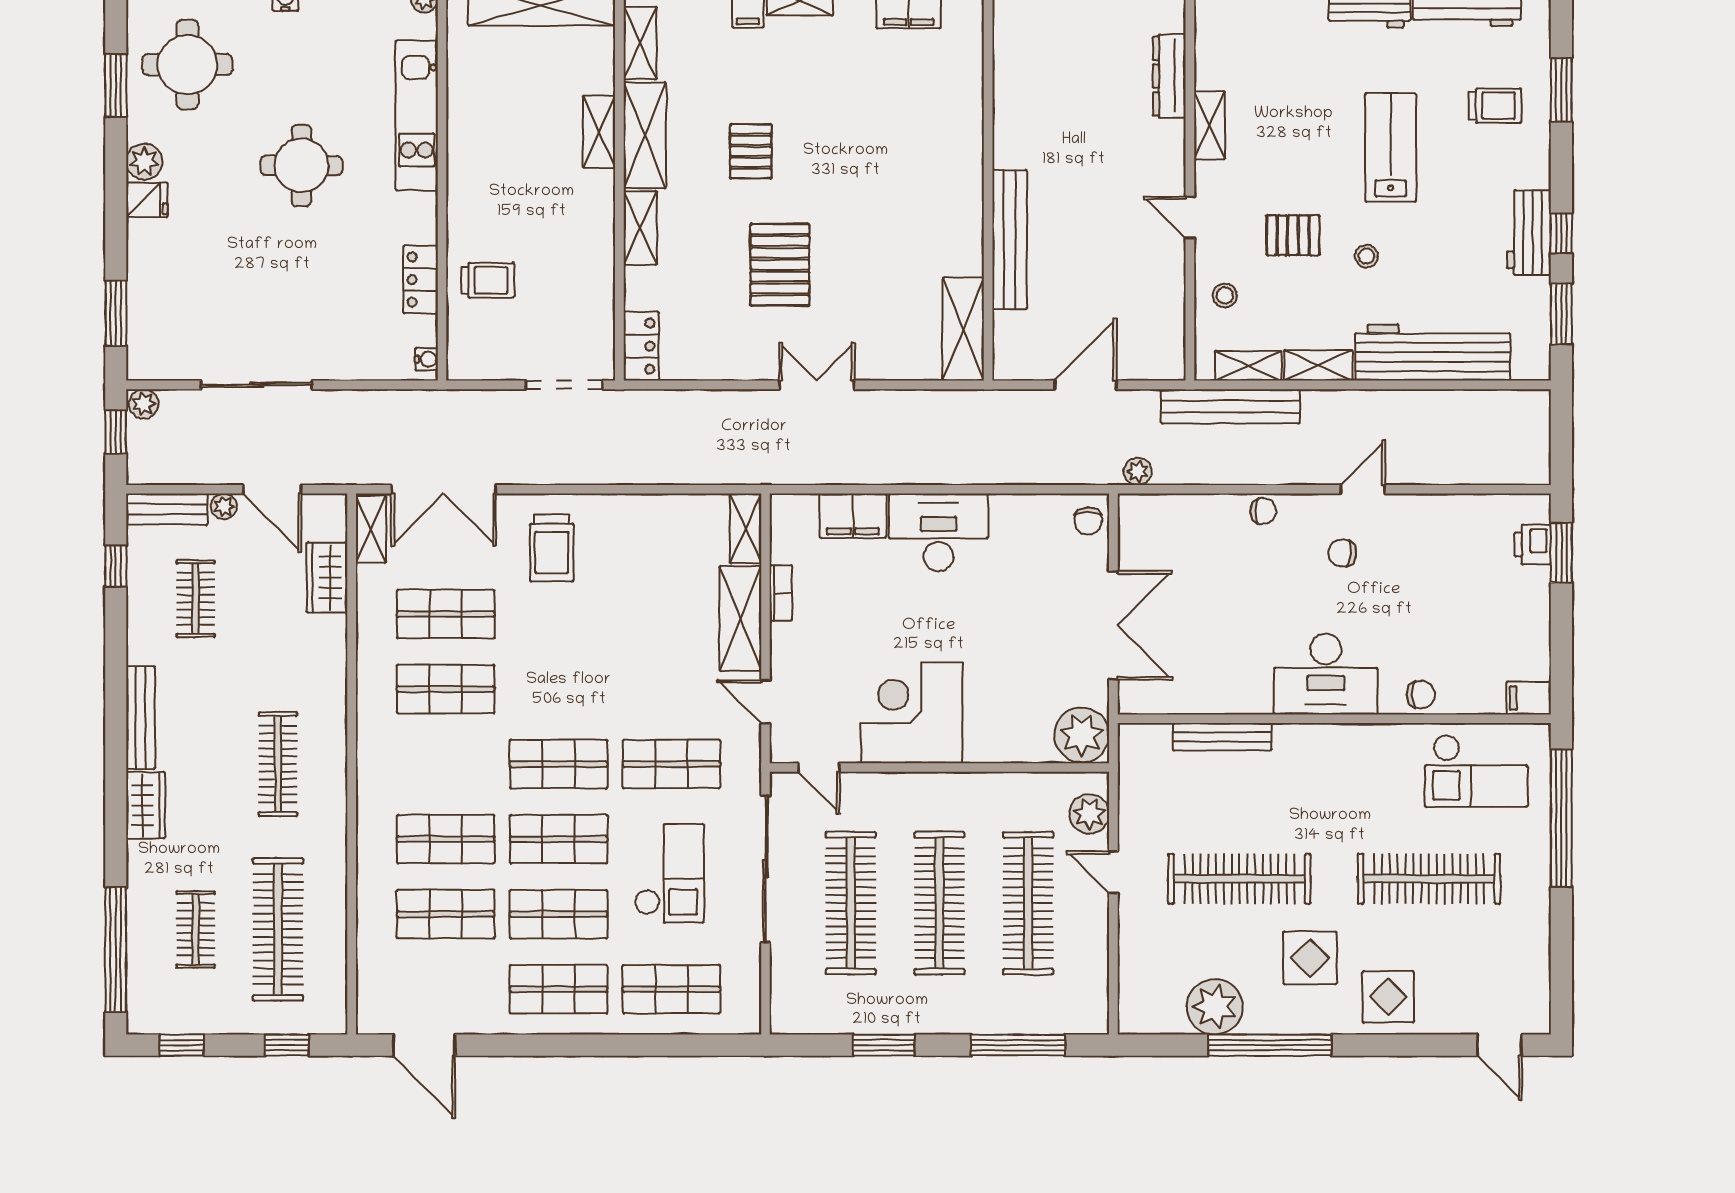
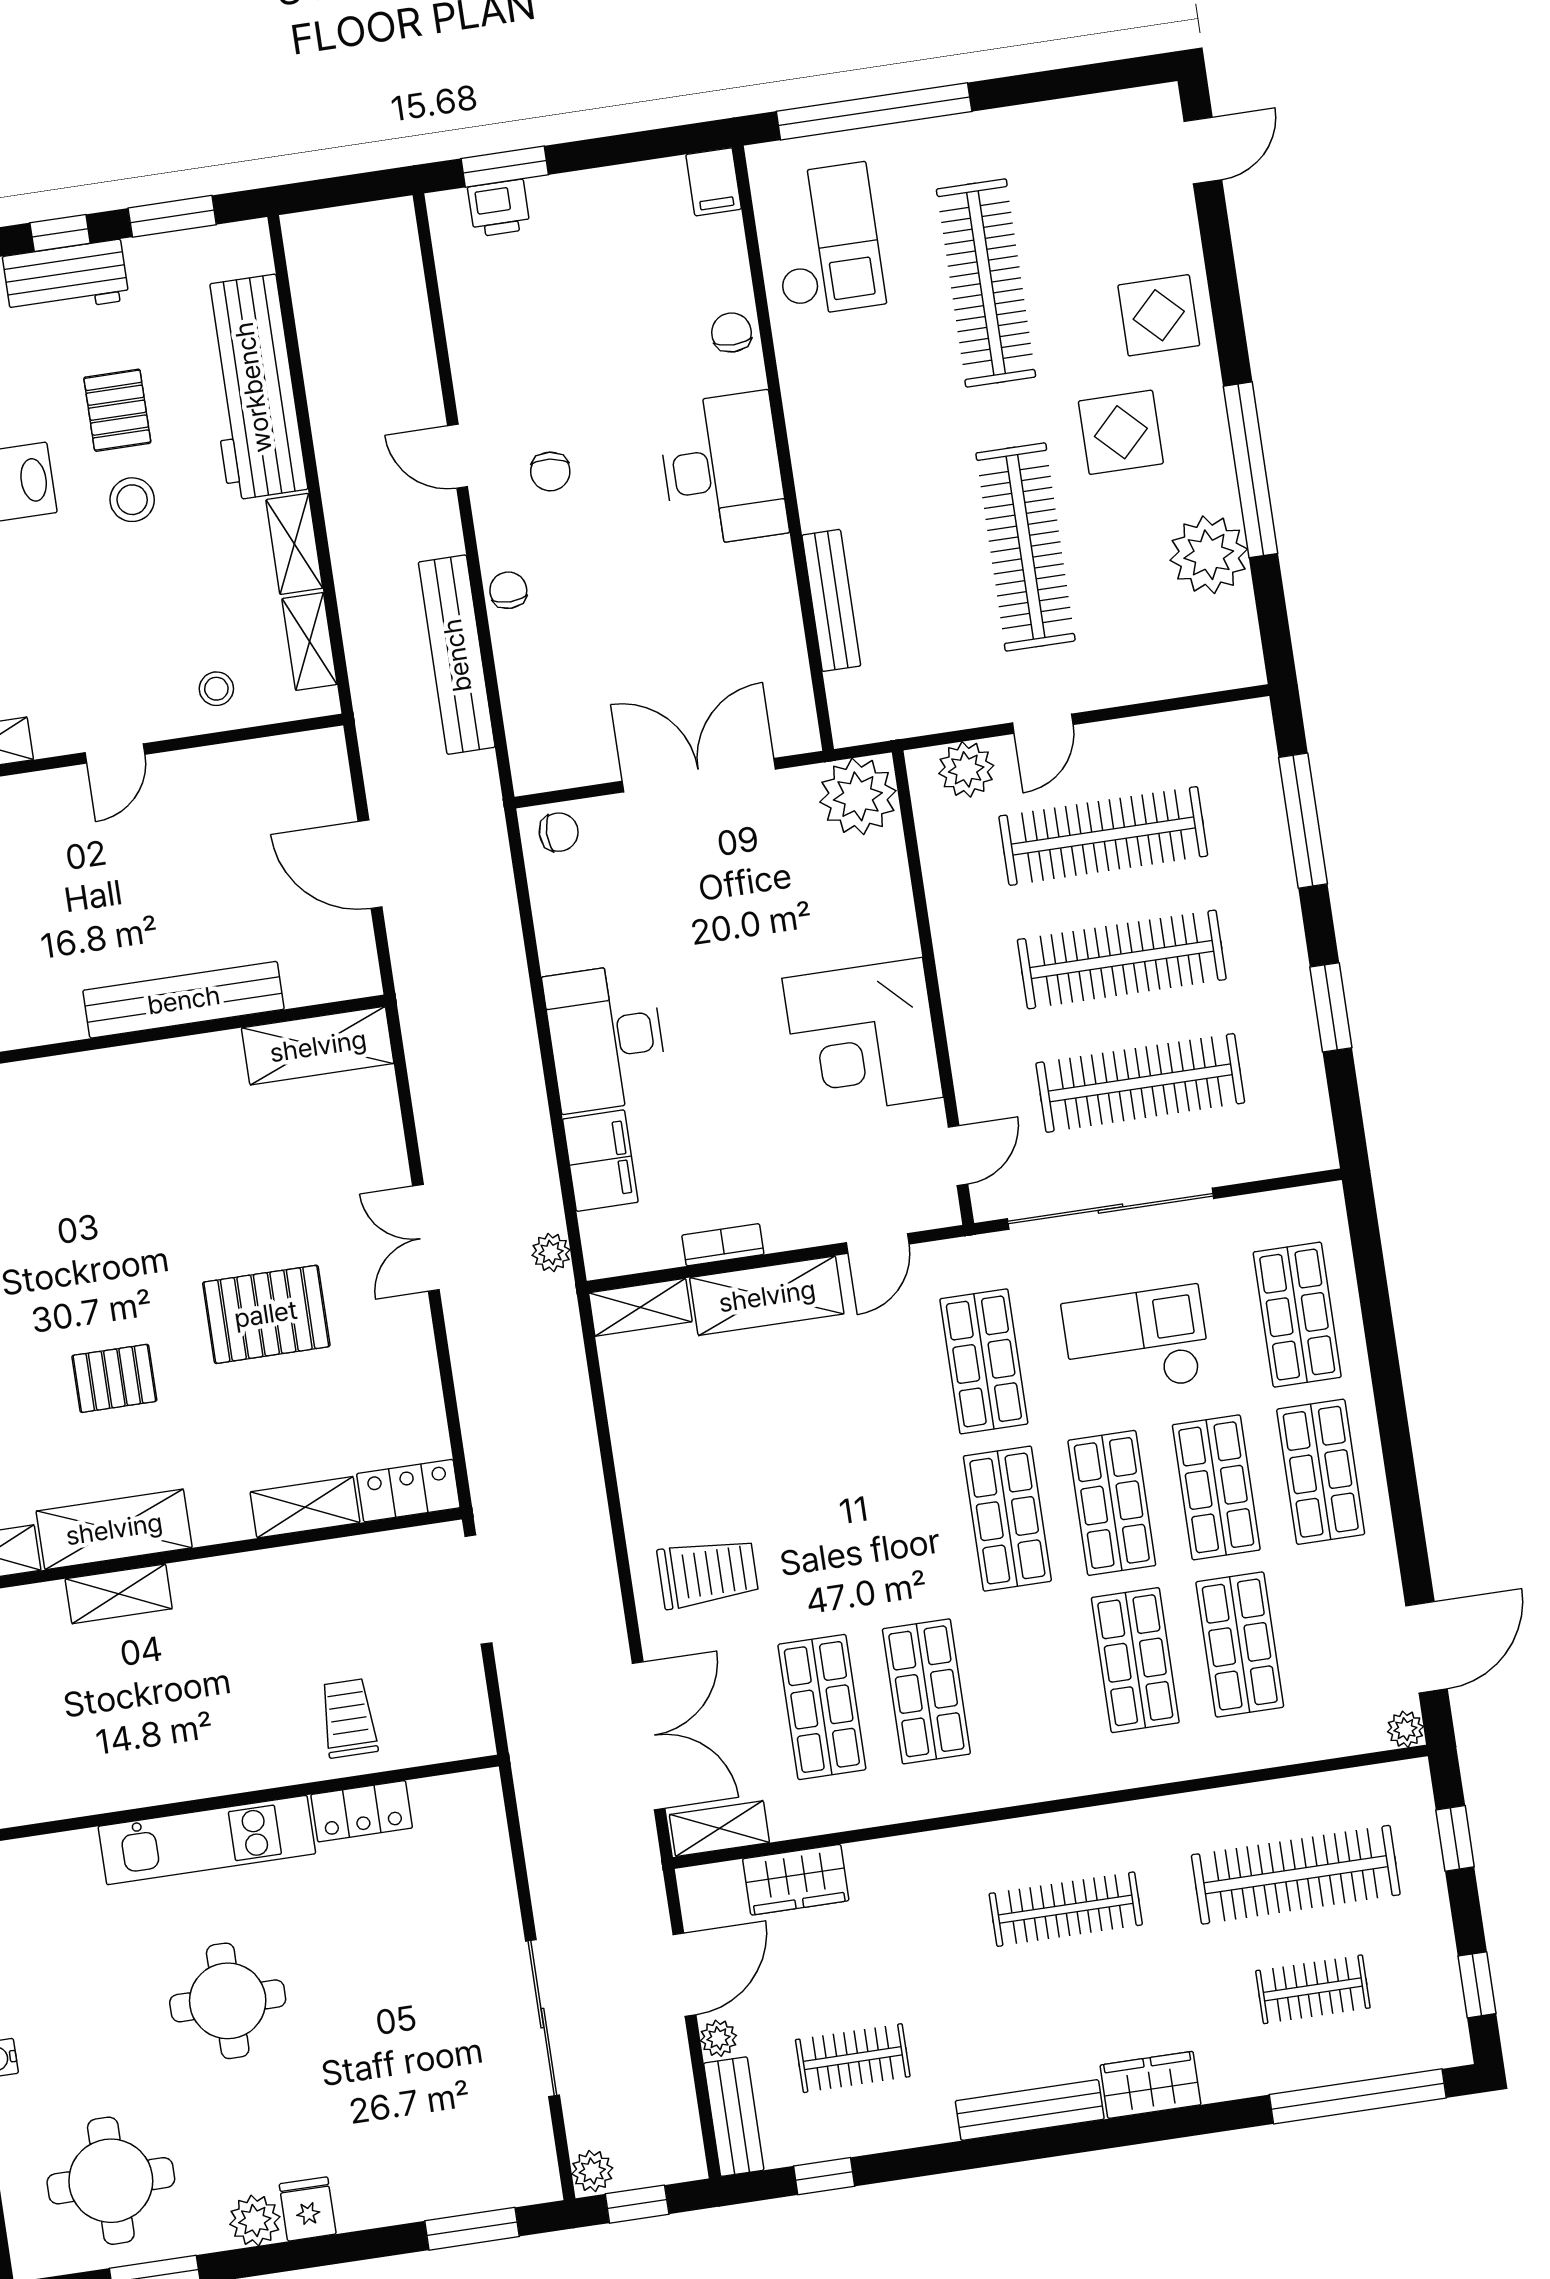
kitchen unit: (417, 116) -> (207, 1840), moved
shelving: (640, 228) -> (305, 1507), moved
pallet: (1293, 235) -> (117, 410), moved
stool: (1366, 256) -> (132, 500), width x1.37, depth x1.37
water cooler: (427, 359) -> (471, 1787), removed
bench: (1231, 406) -> (457, 655), moved
plant: (1138, 471) -> (551, 1252), moved
plant: (369, 1022) -> (1405, 1729), added

